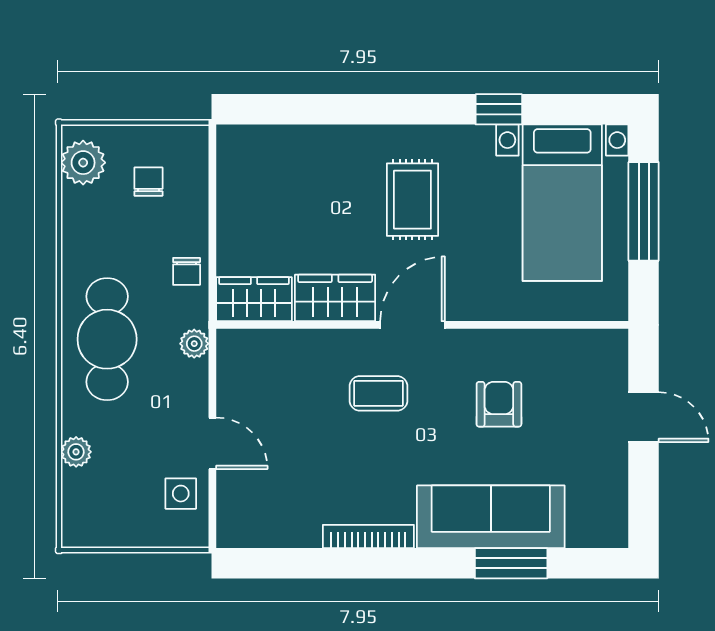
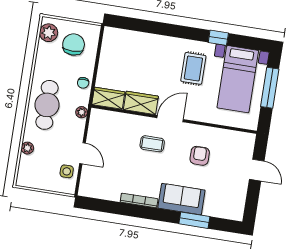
chair: (148, 182) -> (74, 44), width x1.87, depth x1.87
rug: (412, 200) -> (193, 68), moved
sofa: (491, 517) -> (181, 199), width x0.73

